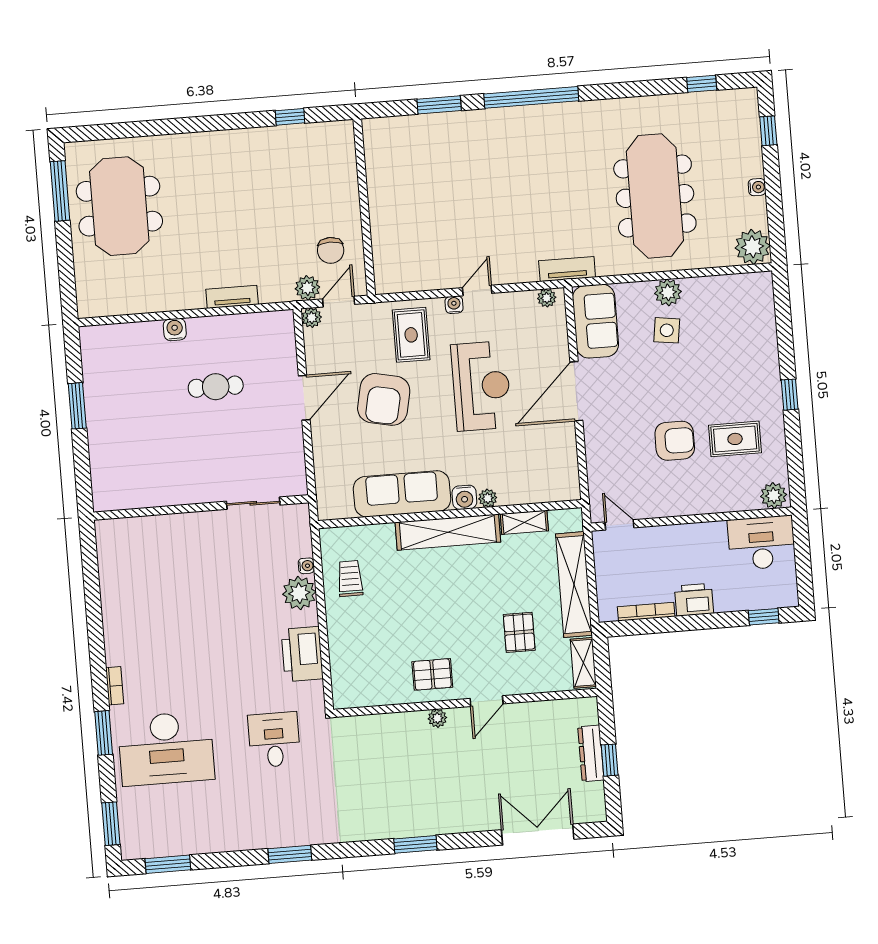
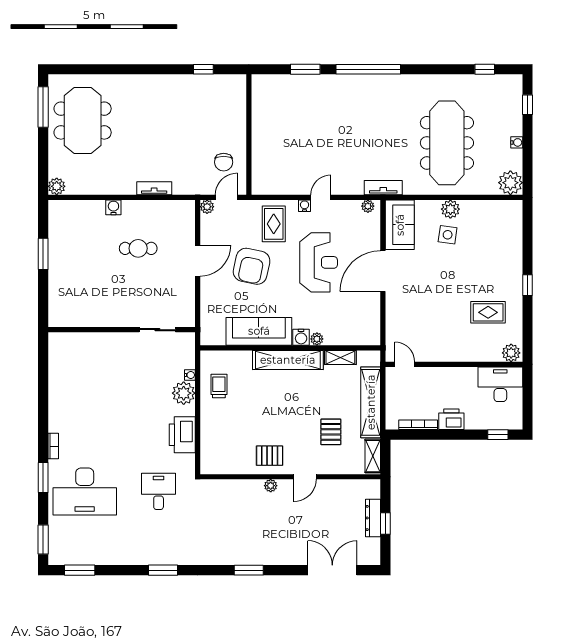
plant: (307, 288) -> (57, 186), moved
armchair: (675, 441) -> (447, 310), removed

